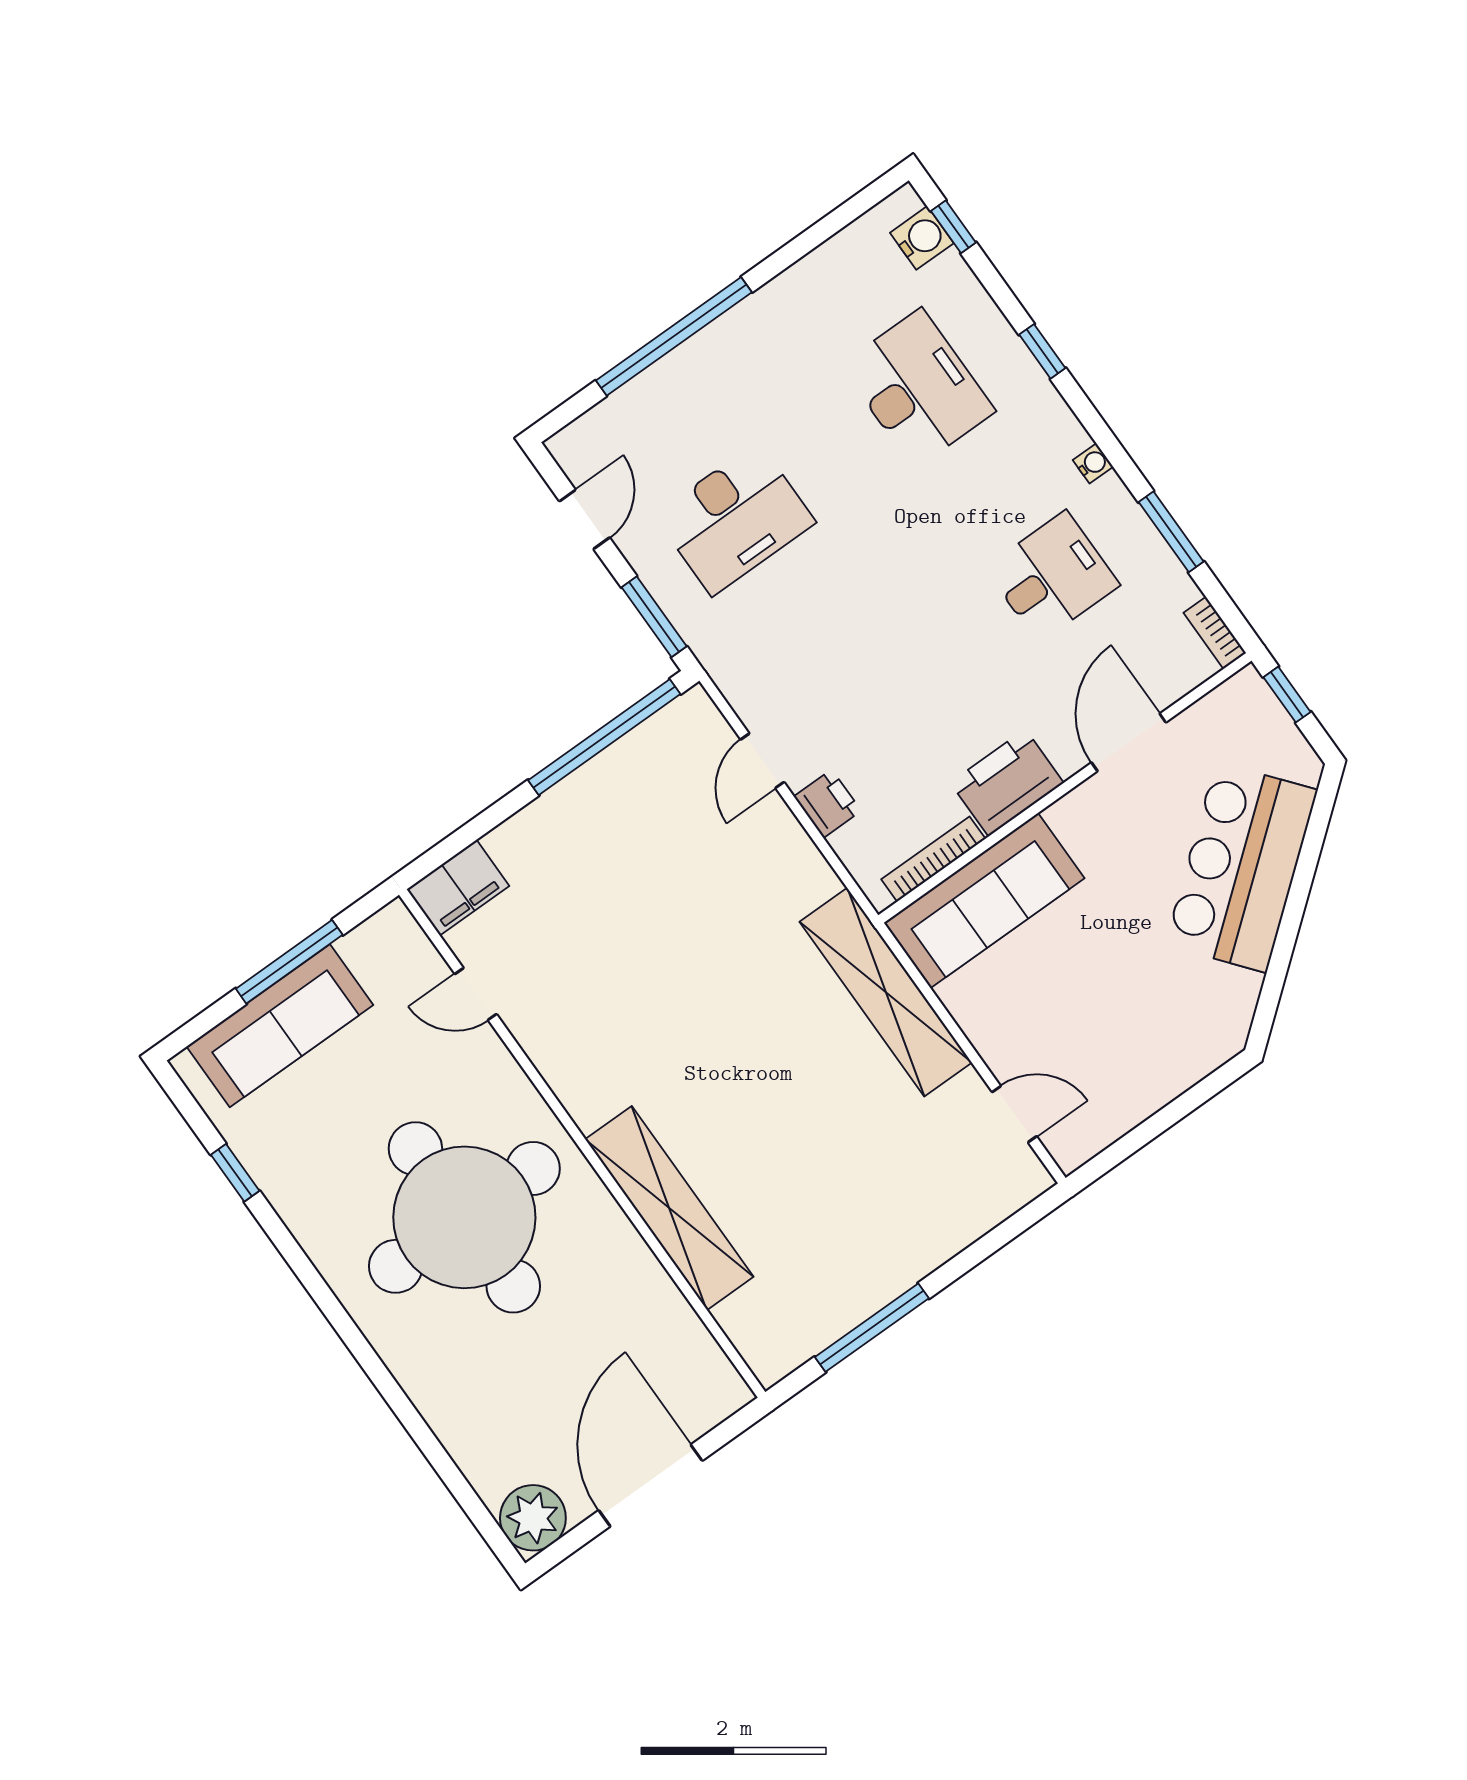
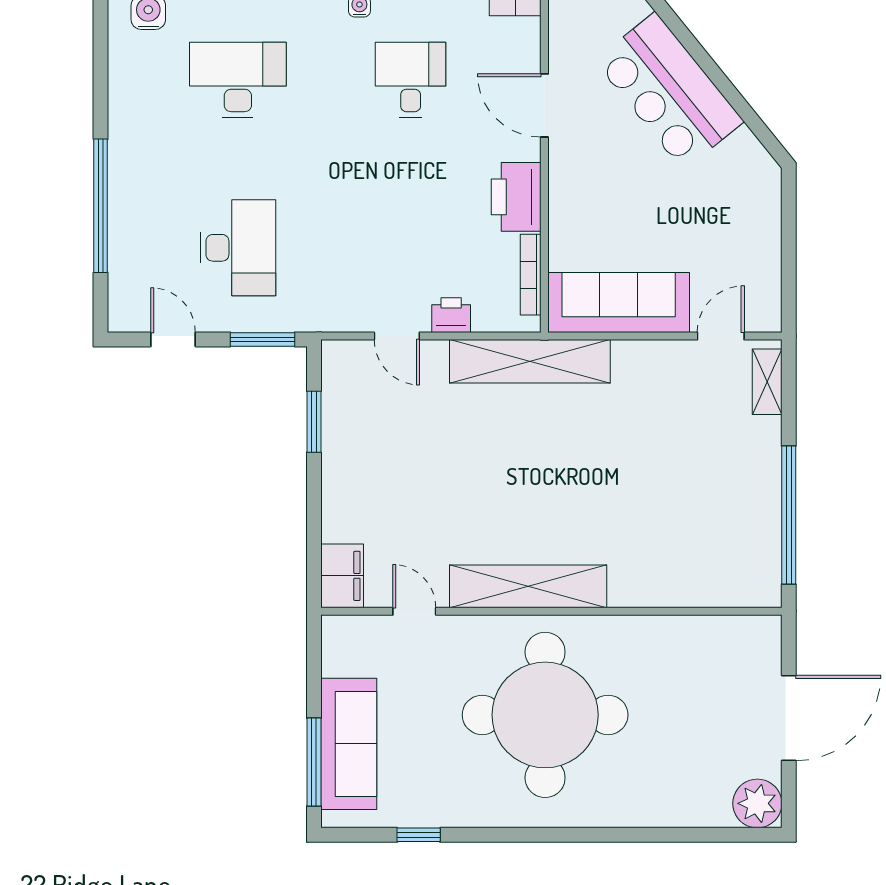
window: (604, 737) -> (314, 422), width x0.47
sofa: (984, 901) -> (619, 302), moved, turned -90
window: (289, 962) -> (314, 762), moved
shelving: (886, 992) -> (530, 361), moved
door: (476, 994) -> (414, 611), swing flipped
shelving: (1001, 1200) -> (767, 382), added
shelving: (669, 1208) -> (528, 586), moved
window: (872, 1328) -> (789, 515), width x1.46
door: (651, 1486) -> (789, 718), swing flipped

